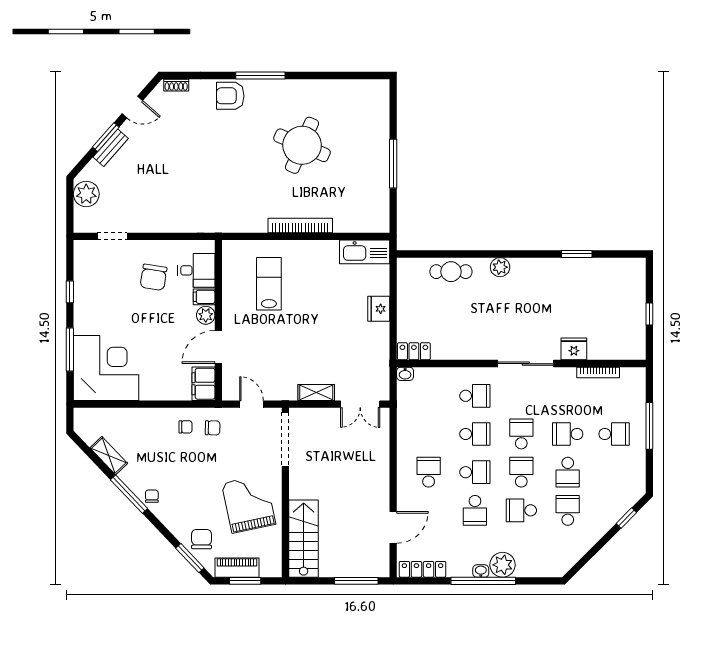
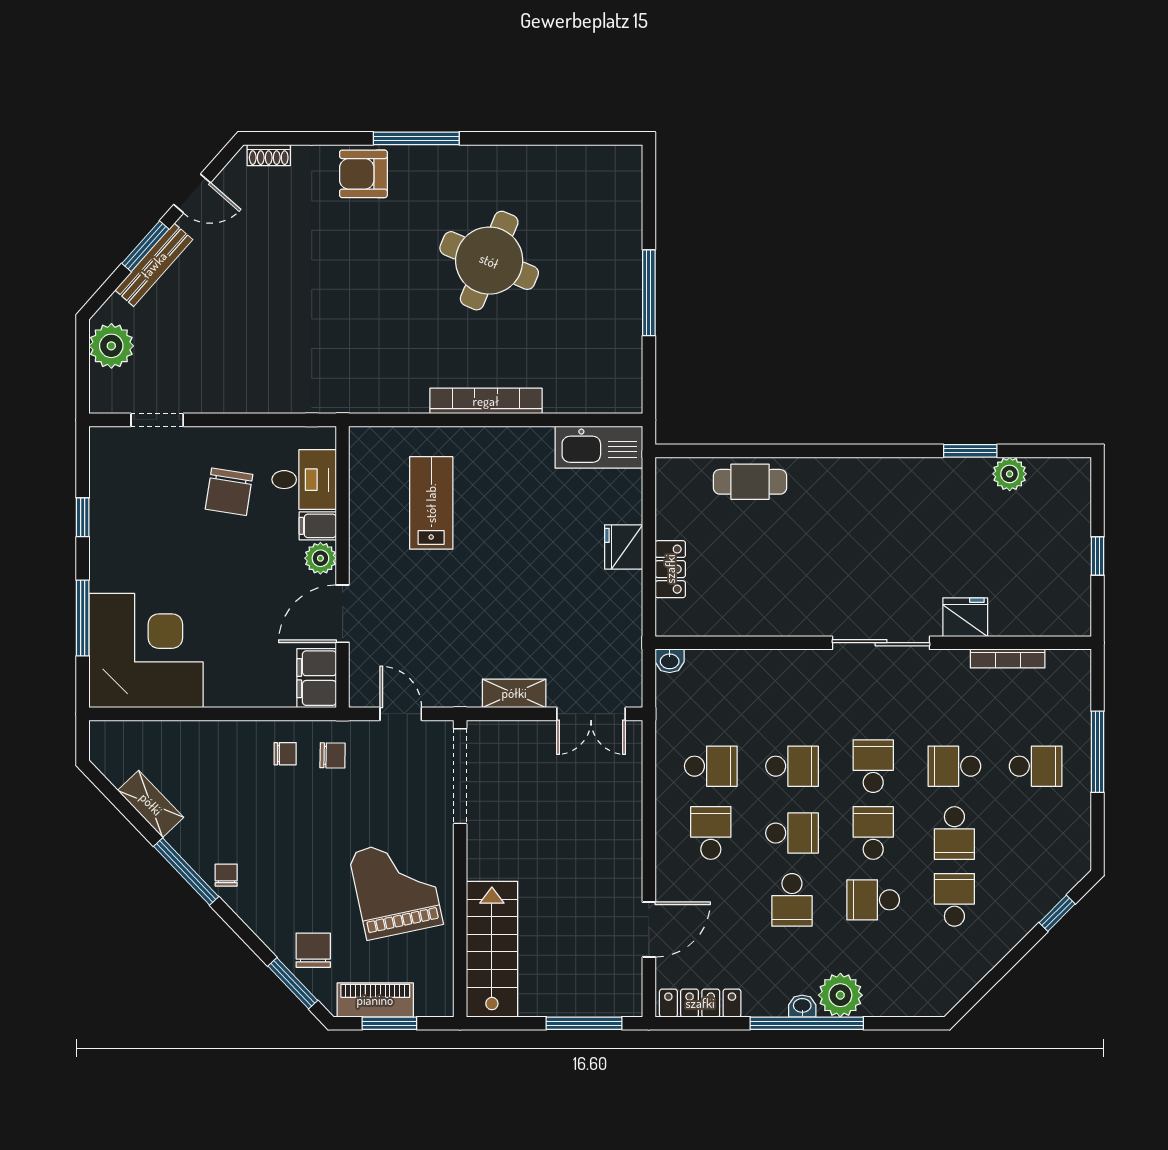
bench: (111, 148) -> (154, 265), width x1.36
plant: (500, 267) -> (1010, 474), moved
locker: (414, 351) -> (670, 569), moved, turned 90
school desk: (475, 396) -> (711, 766), moved

